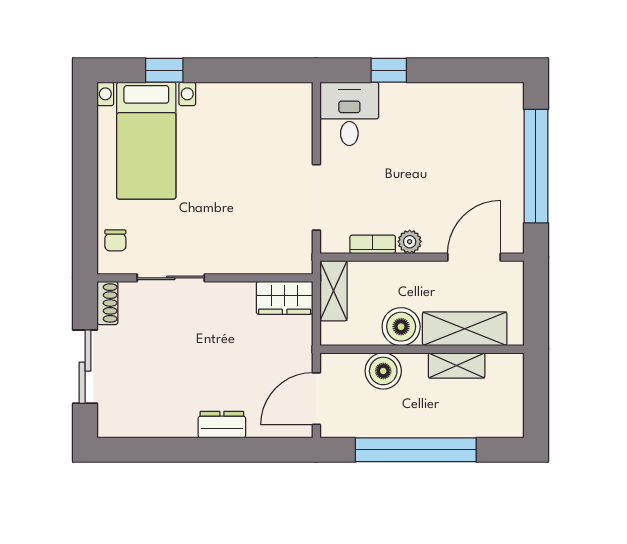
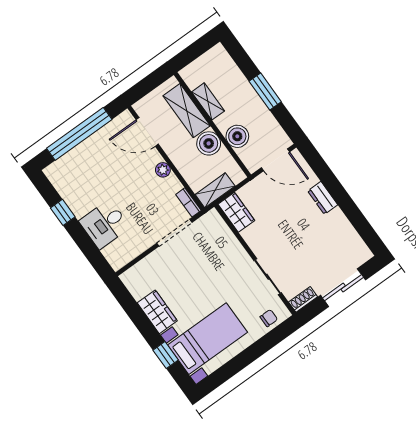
window: (389, 70) -> (63, 212), moved
wardrobe: (229, 100) -> (157, 312), added
desk: (349, 114) -> (105, 224), moved
bookcase: (373, 244) -> (188, 202), moved
window: (416, 450) -> (265, 91), width x0.47

